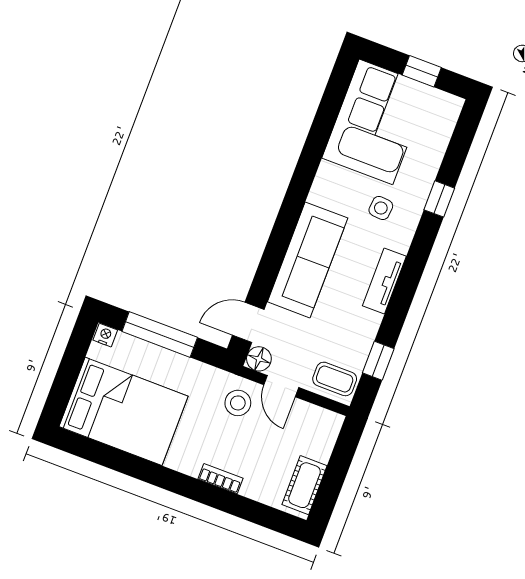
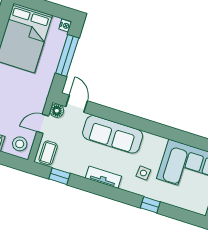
stool: (238, 403) -> (20, 144), moved

